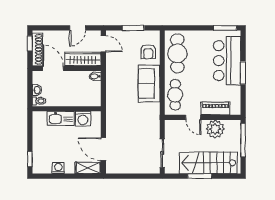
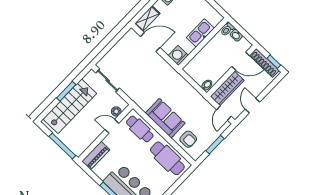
door: (103, 44) -> (224, 113), hinge flipped
armchair: (148, 52) -> (188, 139), turned 180
piano: (215, 108) -> (96, 155), moved
washing machine: (83, 119) -> (178, 55), moved
plant: (215, 129) -> (116, 111), moved, width x0.53, depth x0.53

